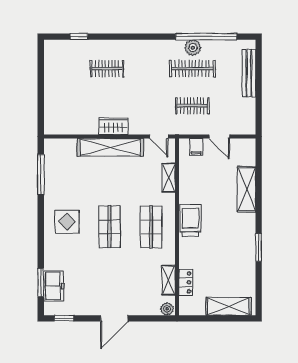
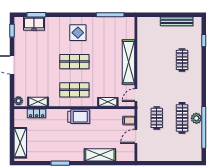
bench: (249, 73) -> (177, 21), moved
wardrobe: (113, 126) -> (143, 64), removed

